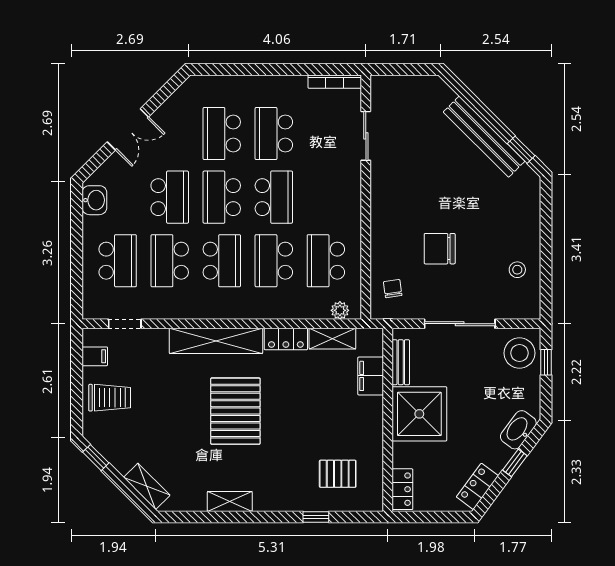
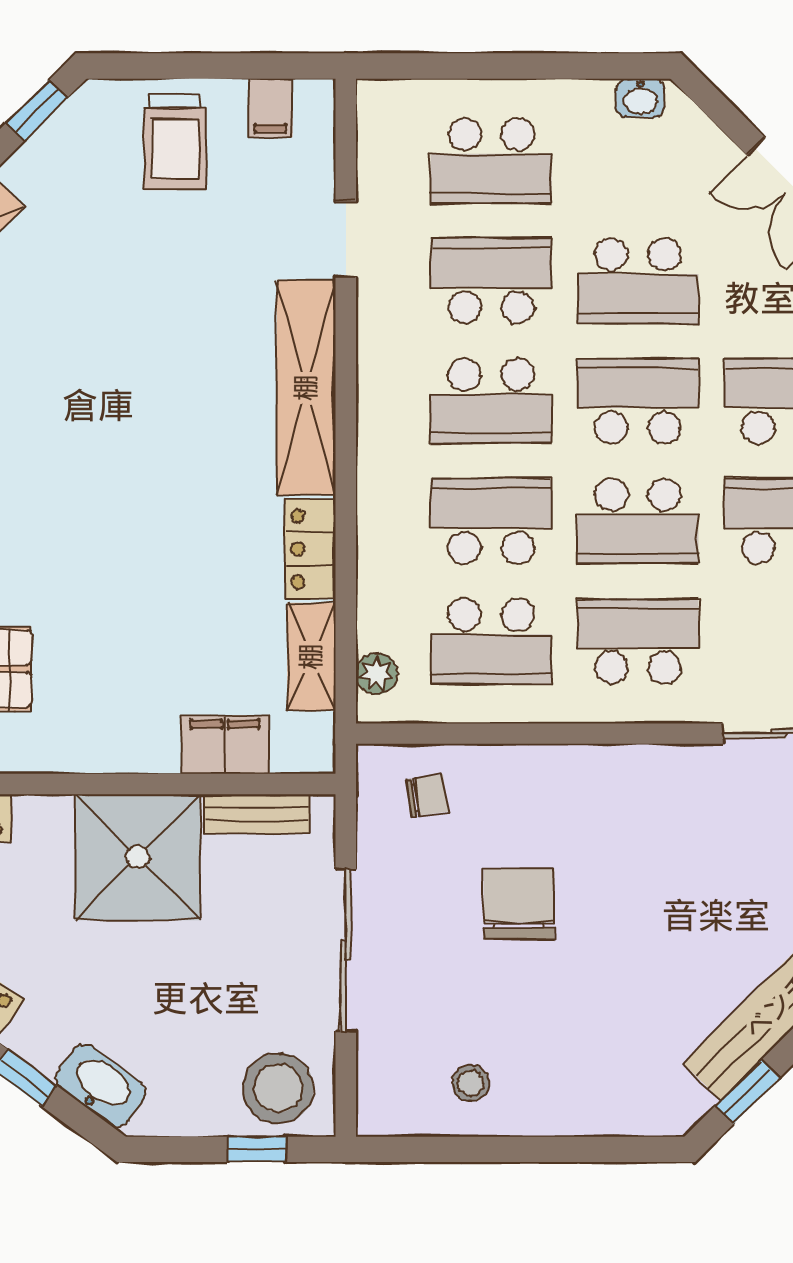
school desk: (326, 197) -> (638, 641), added
washbasin: (94, 200) -> (640, 98), width x0.72, depth x0.69
school desk: (326, 261) -> (491, 641), turned 180
doorway: (125, 324) -> (346, 239), moved
pallet: (235, 411) -> (144, 433), removed

